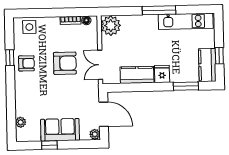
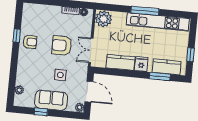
kitchen unit: (186, 21) -> (158, 22), width x1.36
side table: (29, 27) -> (60, 75), moved
armchair: (65, 63) -> (62, 45), turned 180
kitchen counter: (207, 65) -> (167, 67), moved, turned 90

